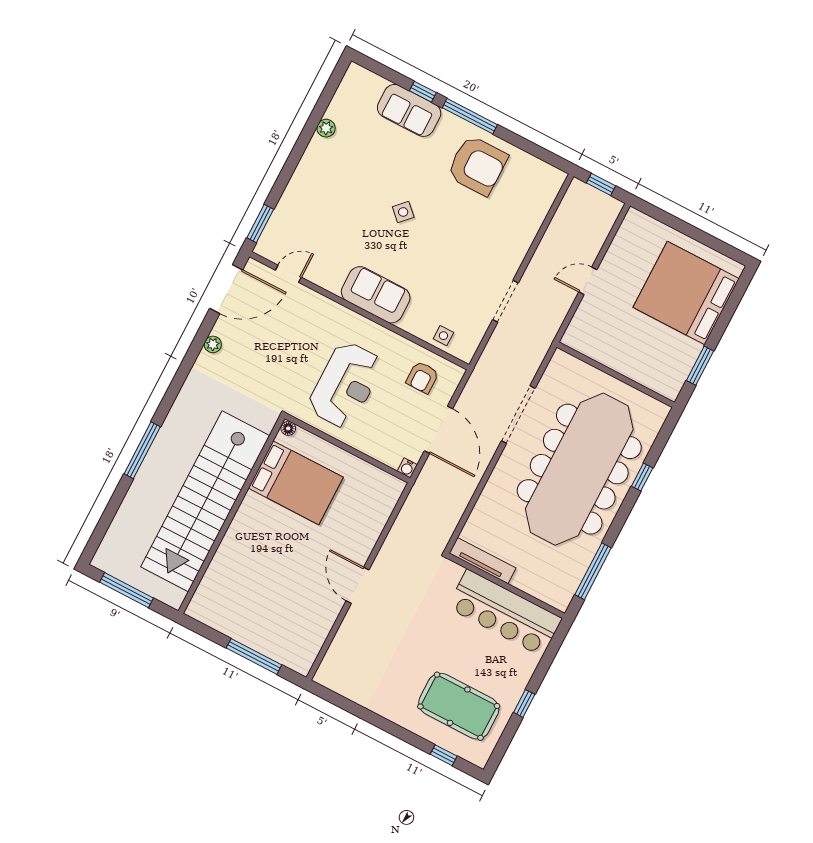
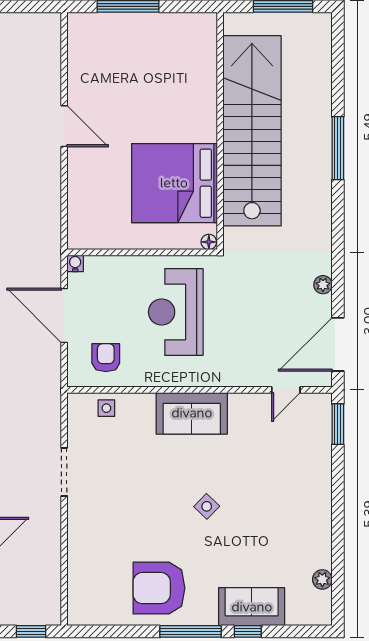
plant: (326, 128) -> (322, 579), moved
bed: (296, 483) -> (174, 183), width x1.36

